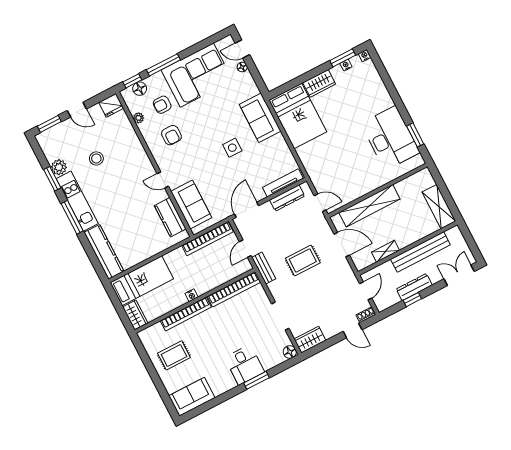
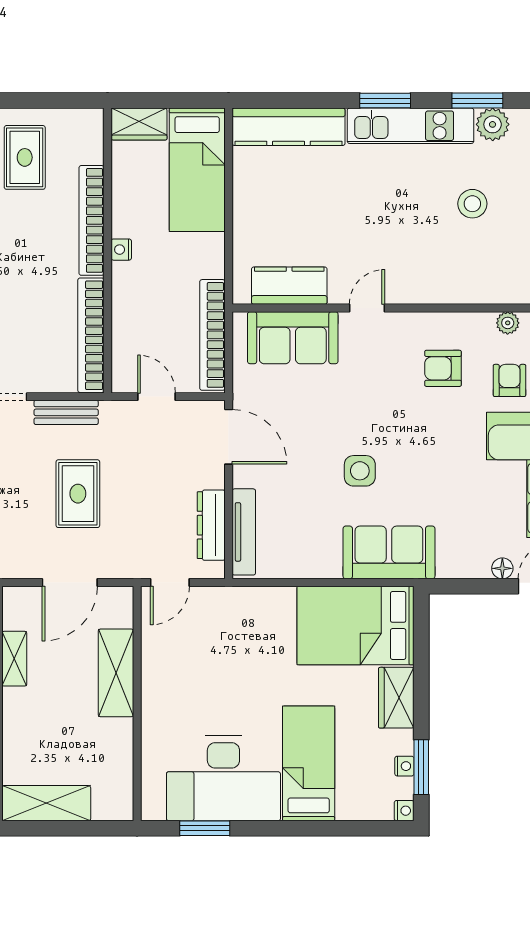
bed: (366, 106) -> (309, 763), added
shelving: (369, 206) -> (116, 673), width x0.68
window: (72, 217) -> (385, 101), width x0.69
bench: (264, 268) -> (66, 412), moved

